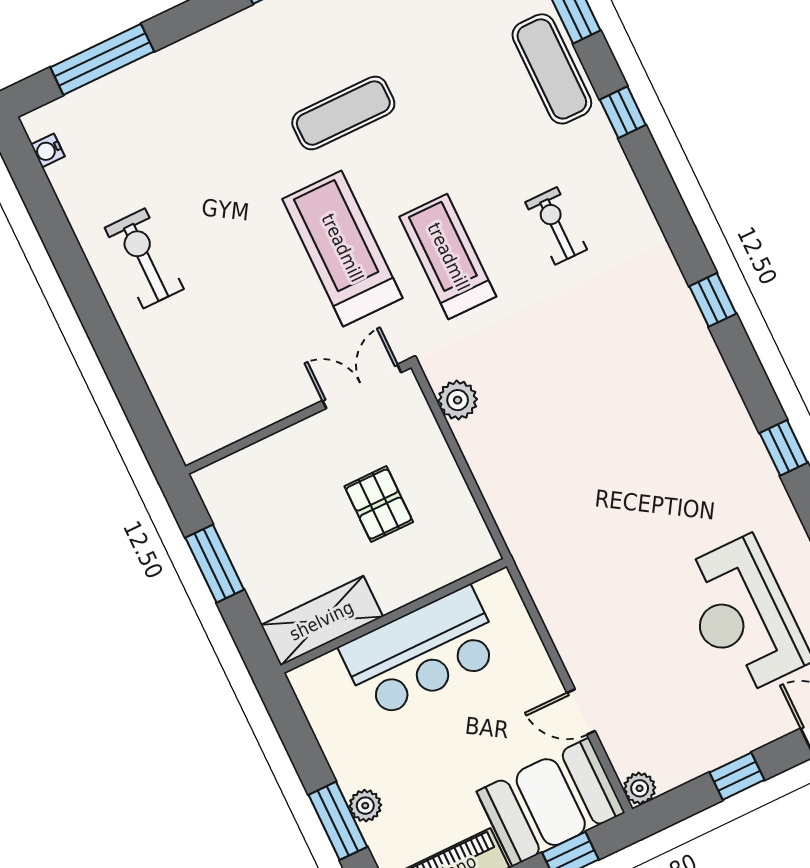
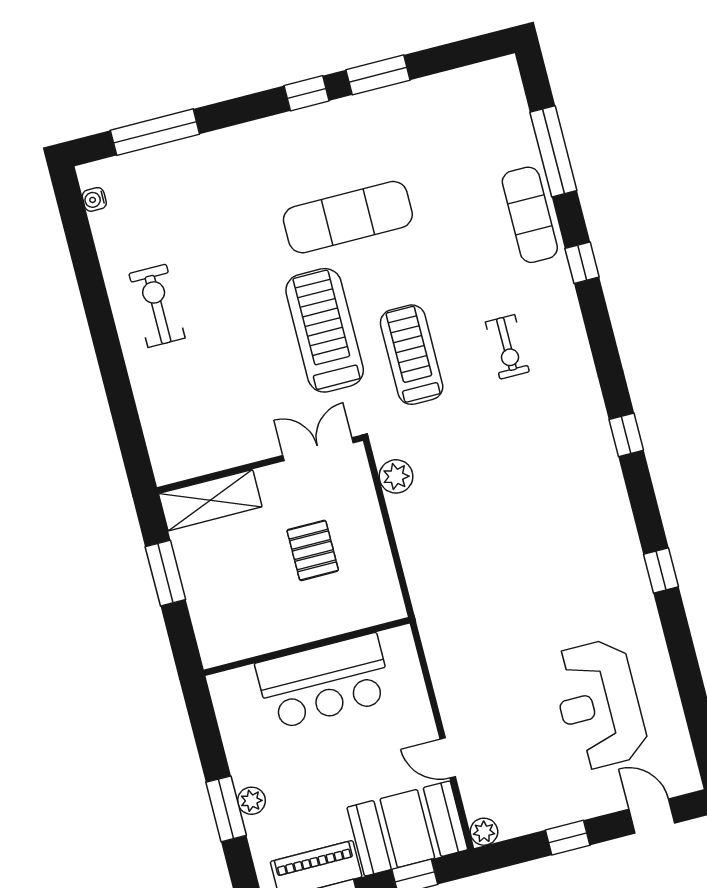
exercise mat: (343, 113) -> (348, 217), width x1.36, depth x1.45
exercise bike: (556, 226) -> (507, 347), turned 180
shelving: (322, 621) -> (210, 500), moved

